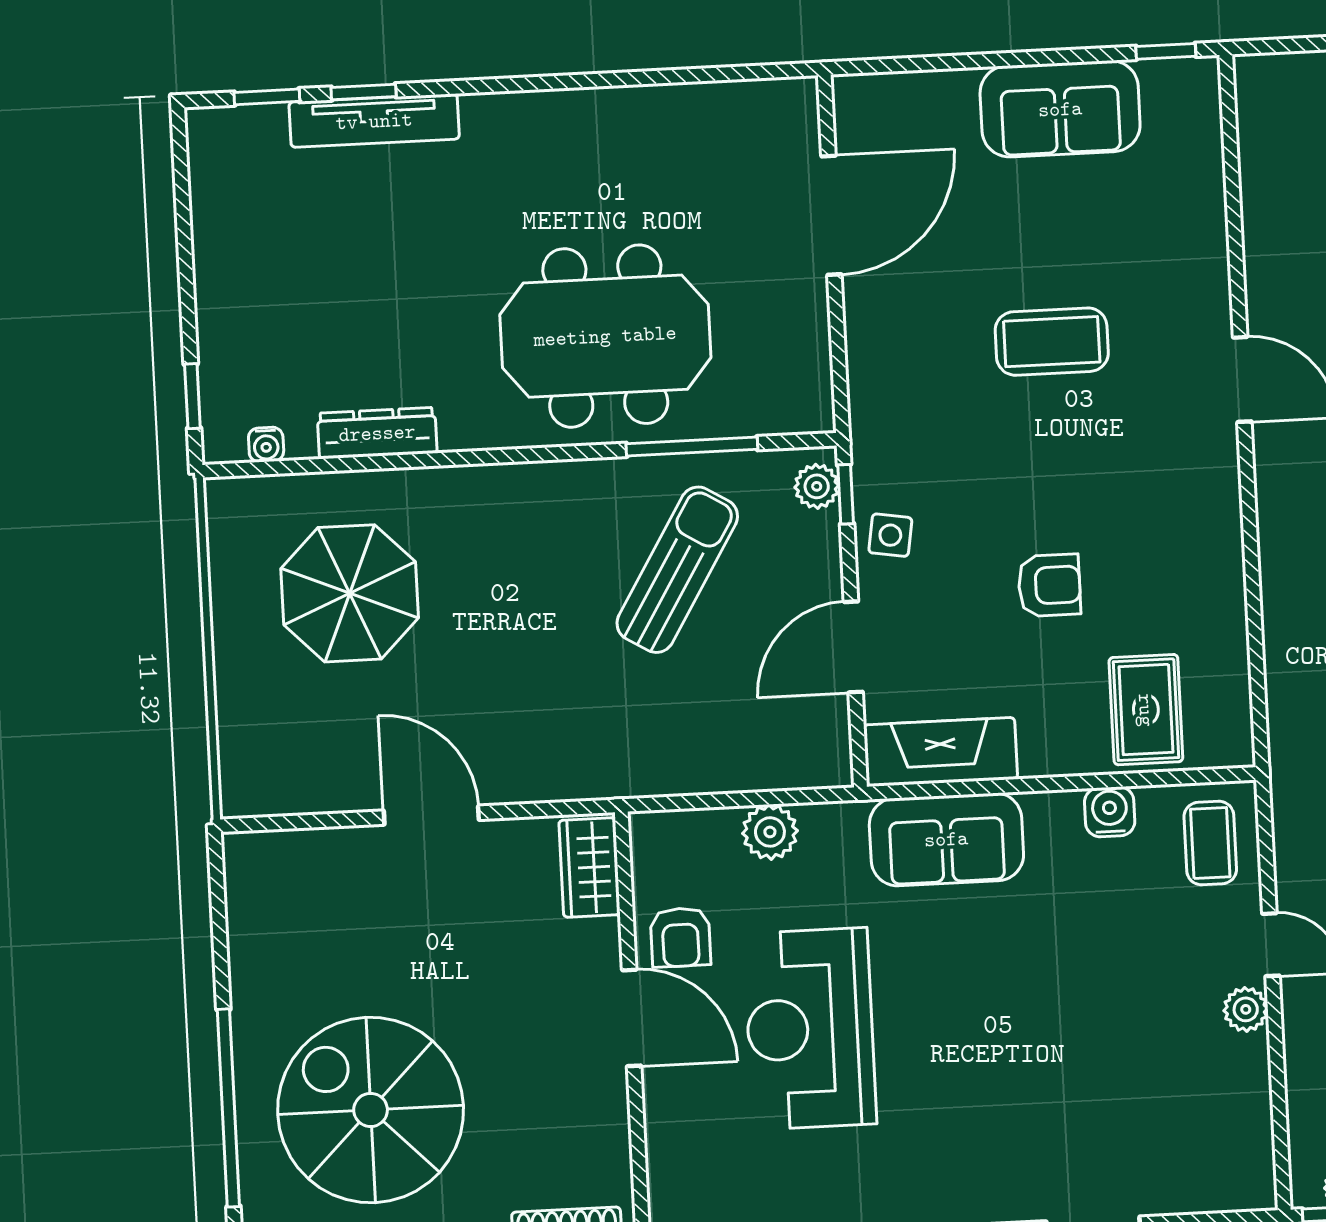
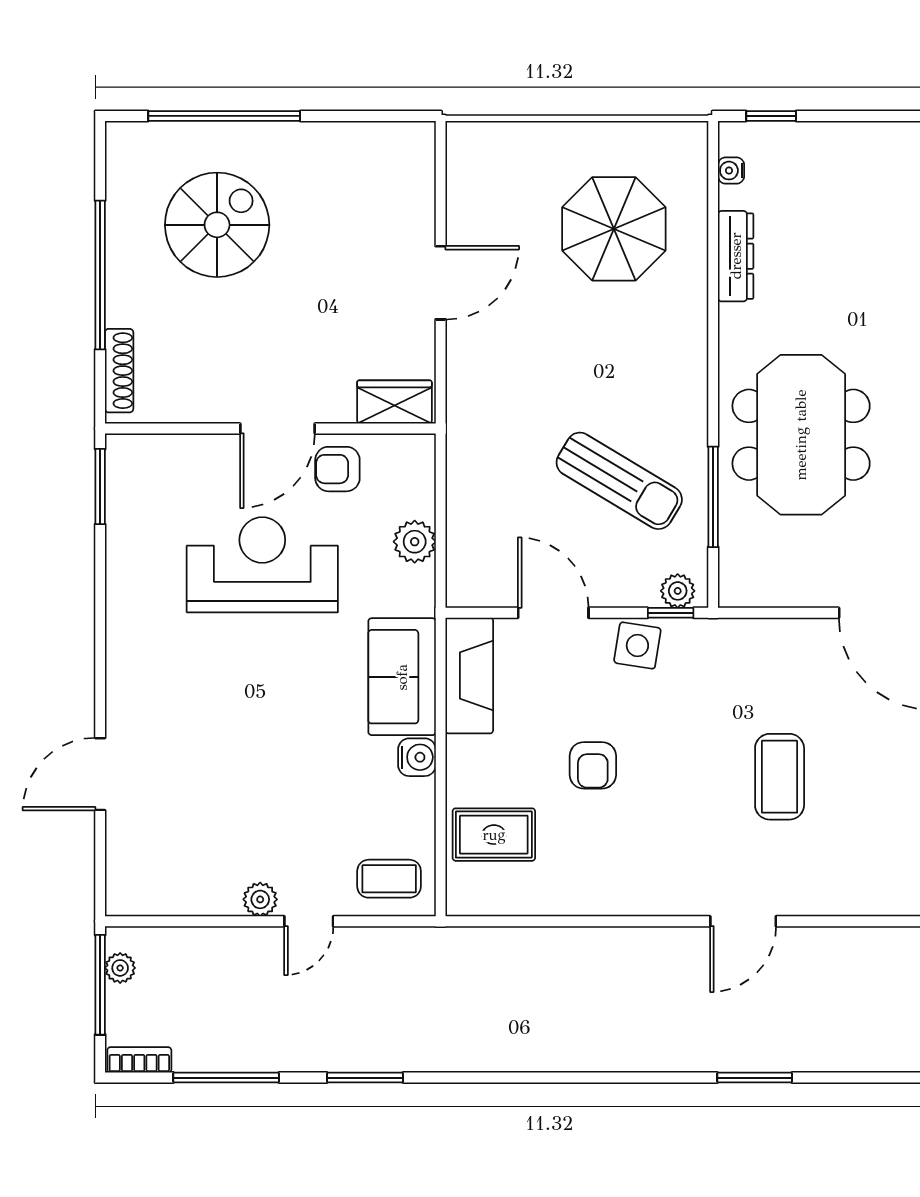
side table: (890, 535) -> (637, 645), width x1.37, depth x1.37
water cooler: (1110, 812) -> (417, 757), moved
spiral stairs: (371, 1110) -> (217, 225), width x0.73, depth x0.73

